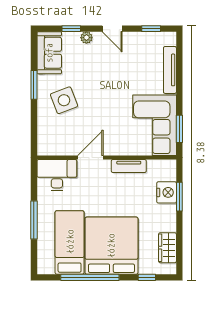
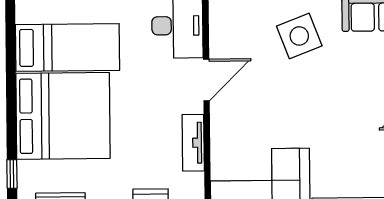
door: (90, 158) -> (206, 80), hinge flipped
window: (90, 277) -> (11, 81), removed

